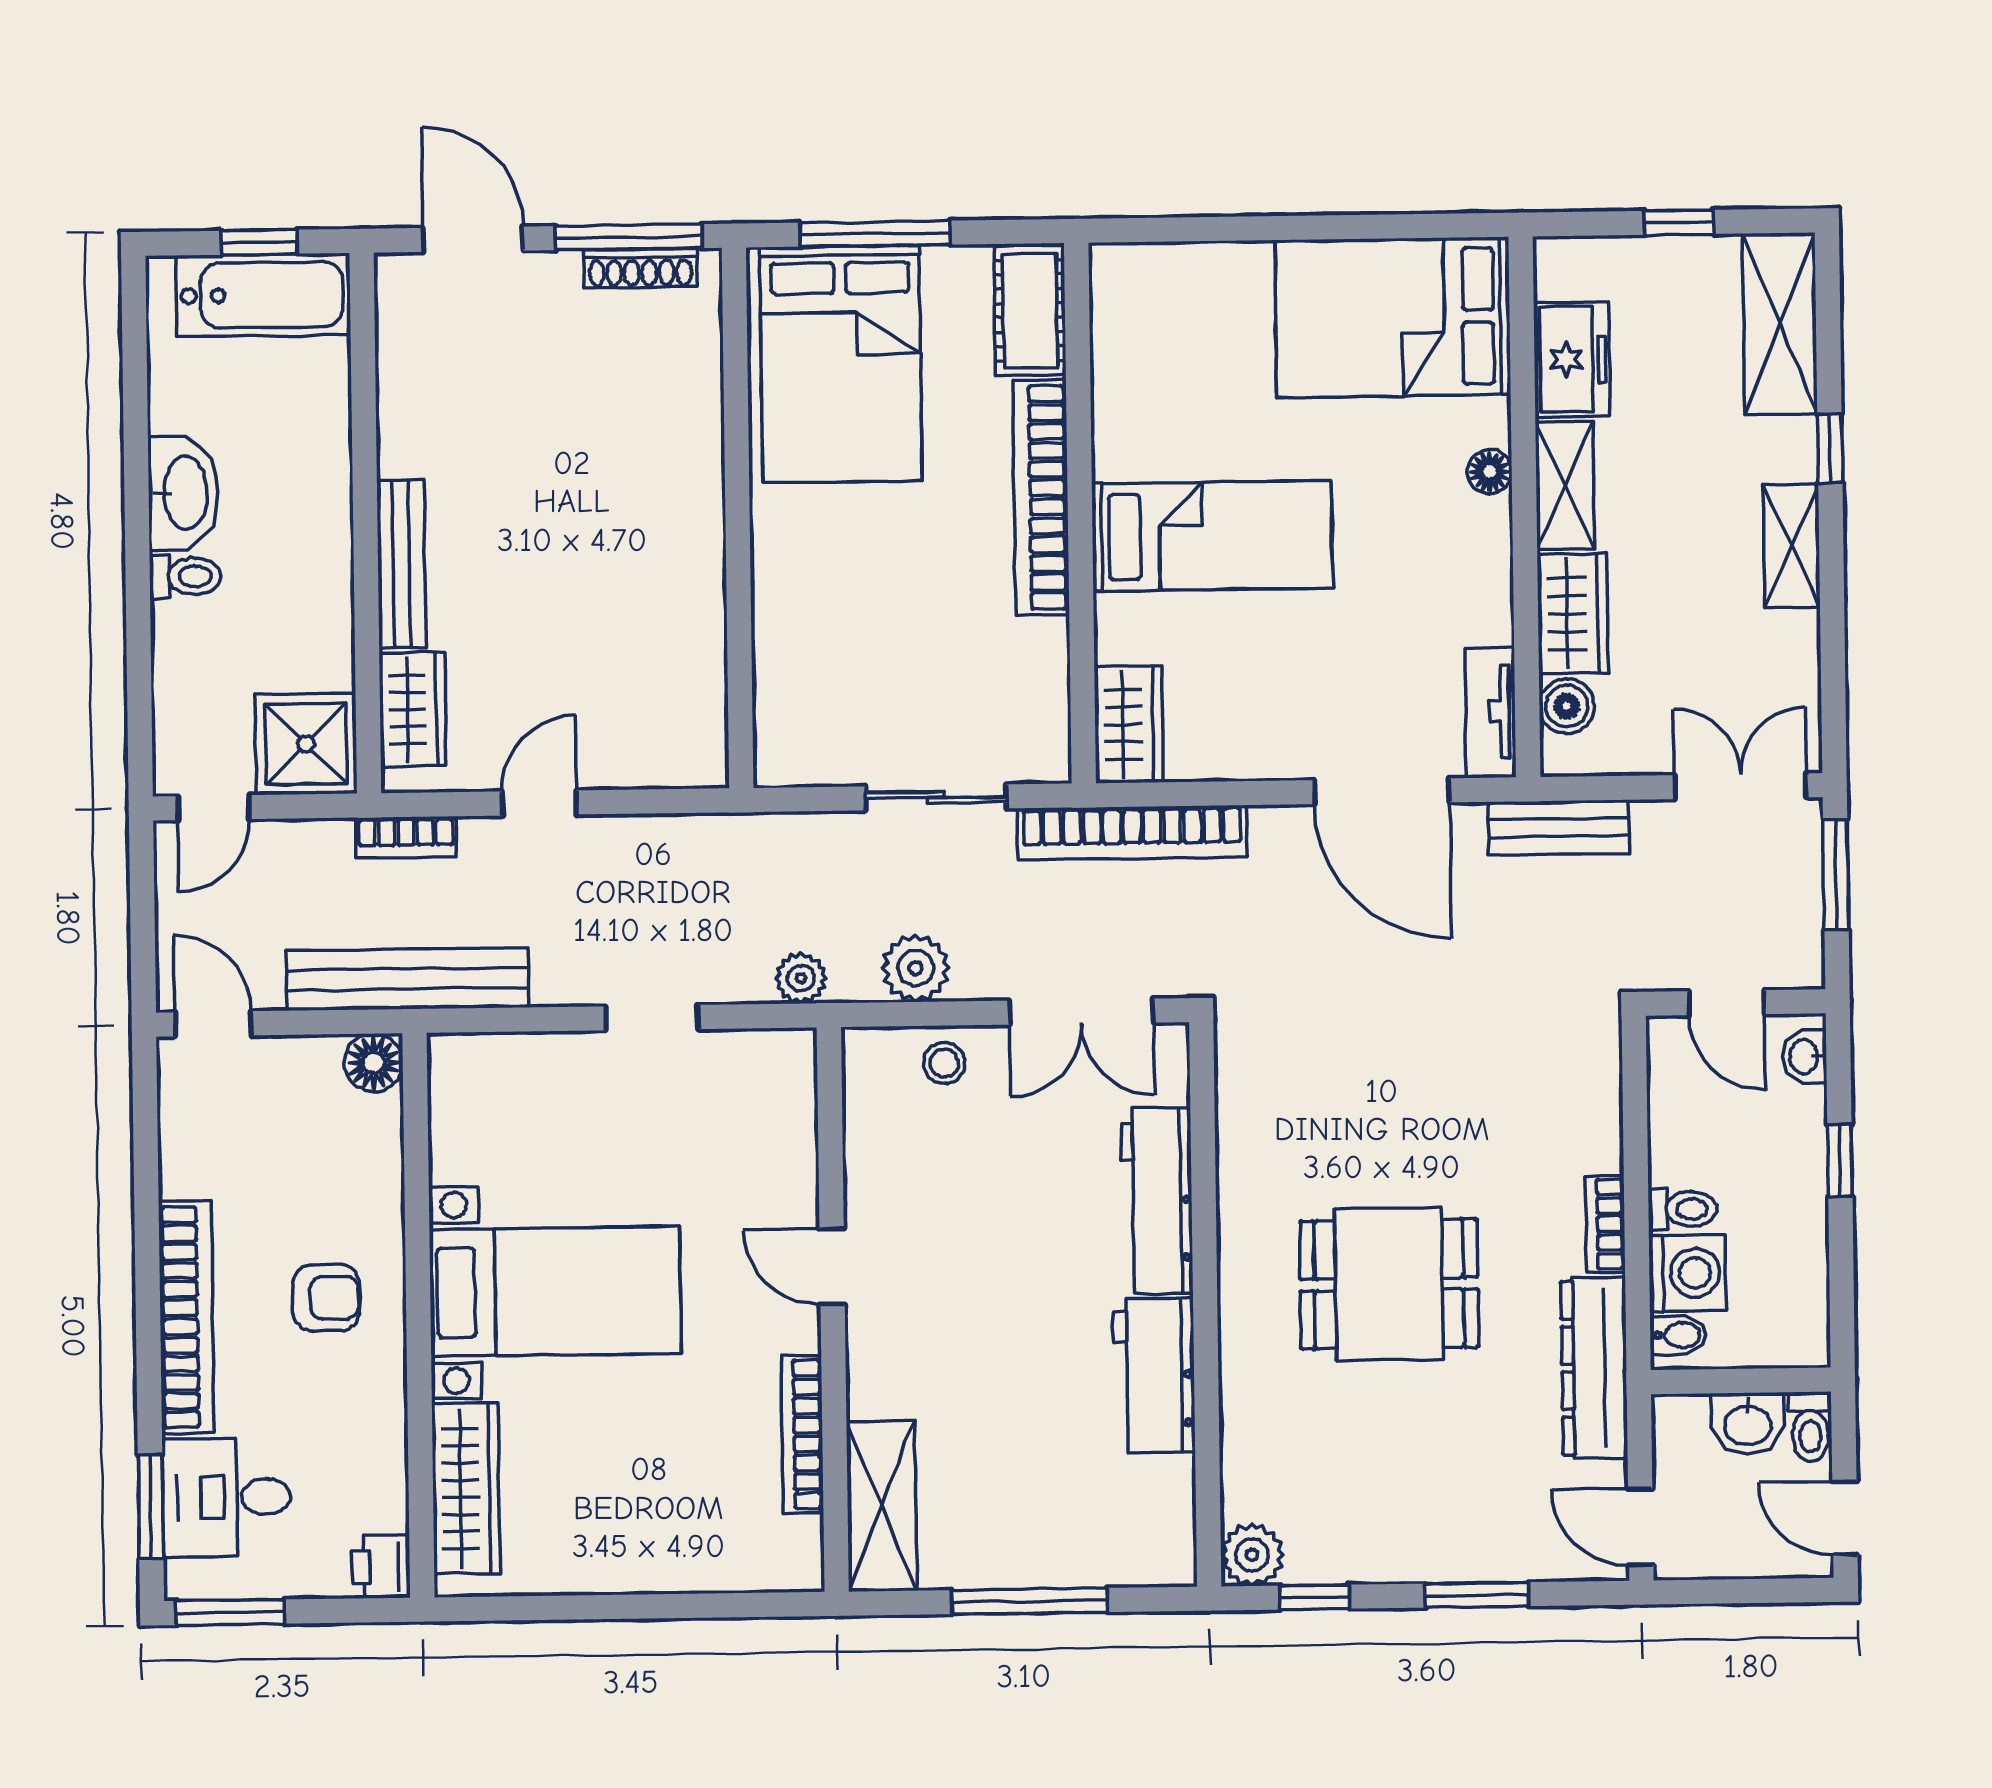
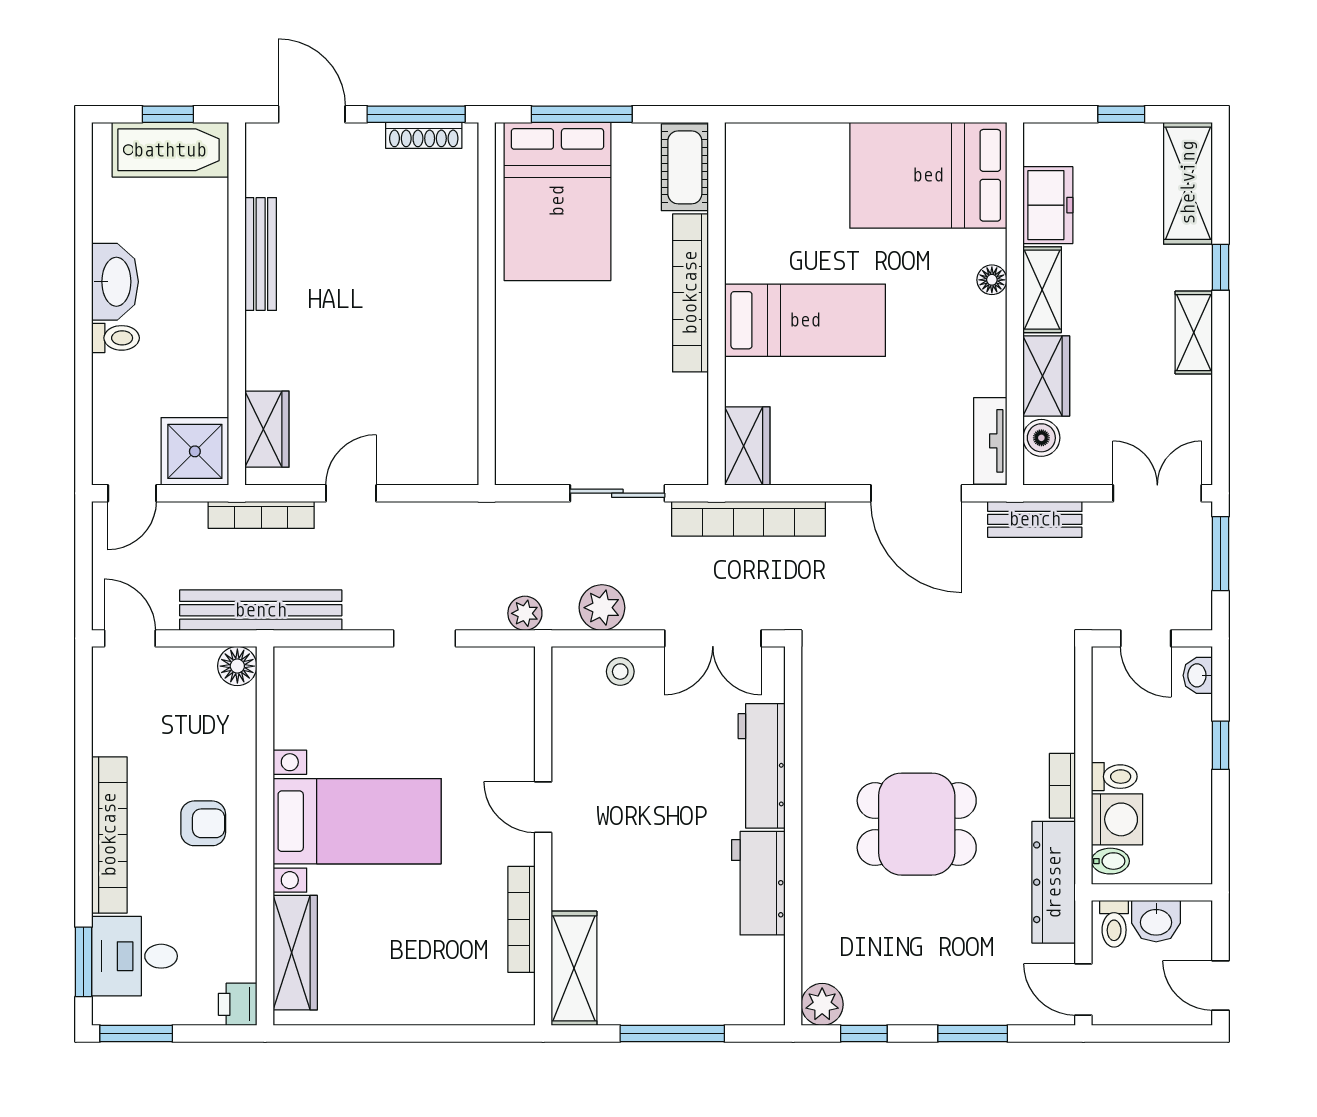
bench: (401, 564) -> (261, 254), moved
bookcase: (406, 837) -> (261, 515), width x1.56
toilet: (1810, 1427) -> (1114, 924), moved

